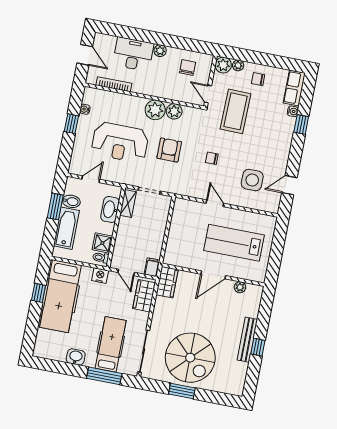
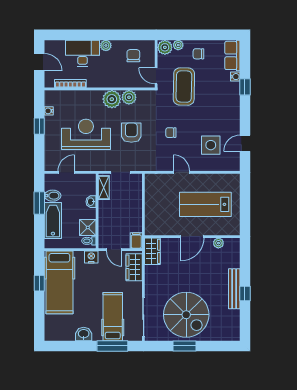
reception desk: (120, 142) -> (86, 134), turned 180
washbasin: (110, 209) -> (91, 202), width x0.52, depth x0.69

